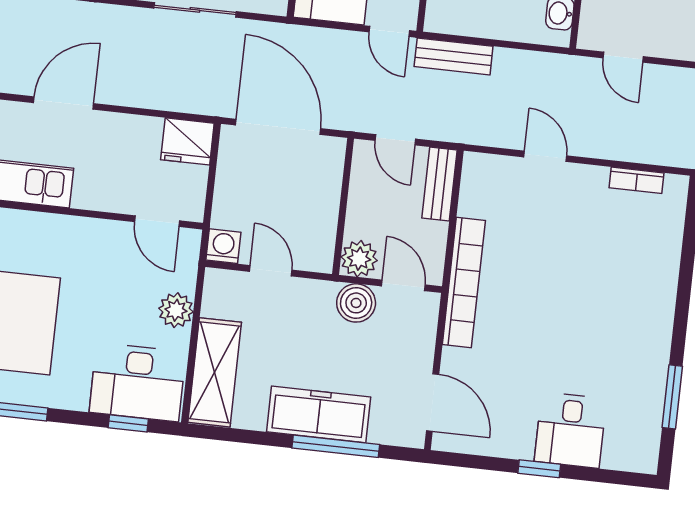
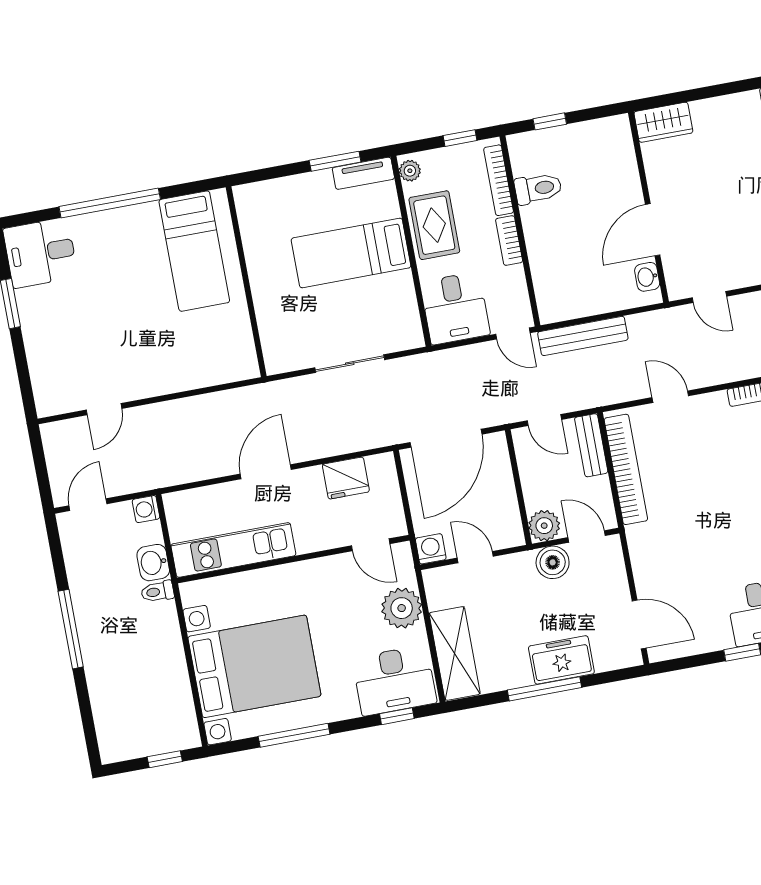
bench: (454, 56) -> (583, 336), width x1.36
door: (278, 127) -> (446, 438), swing flipped
fridge: (187, 141) -> (346, 478), moved
bookcase: (464, 282) -> (626, 469), moved
plant: (176, 310) -> (402, 608), width x1.36, depth x1.36
freezer: (319, 414) -> (561, 660), width x0.71
window: (336, 446) -> (544, 689), moved

